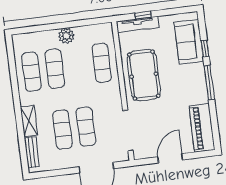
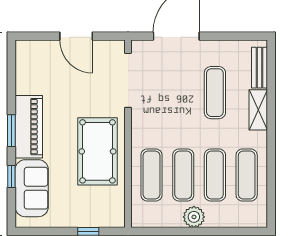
tv unit: (138, 24) -> (97, 220), removed
window: (209, 82) -> (11, 131), width x0.69
exercise mat: (86, 127) -> (183, 175), moved
piano: (202, 128) -> (29, 127), moved
door: (170, 158) -> (76, 36), hinge flipped

